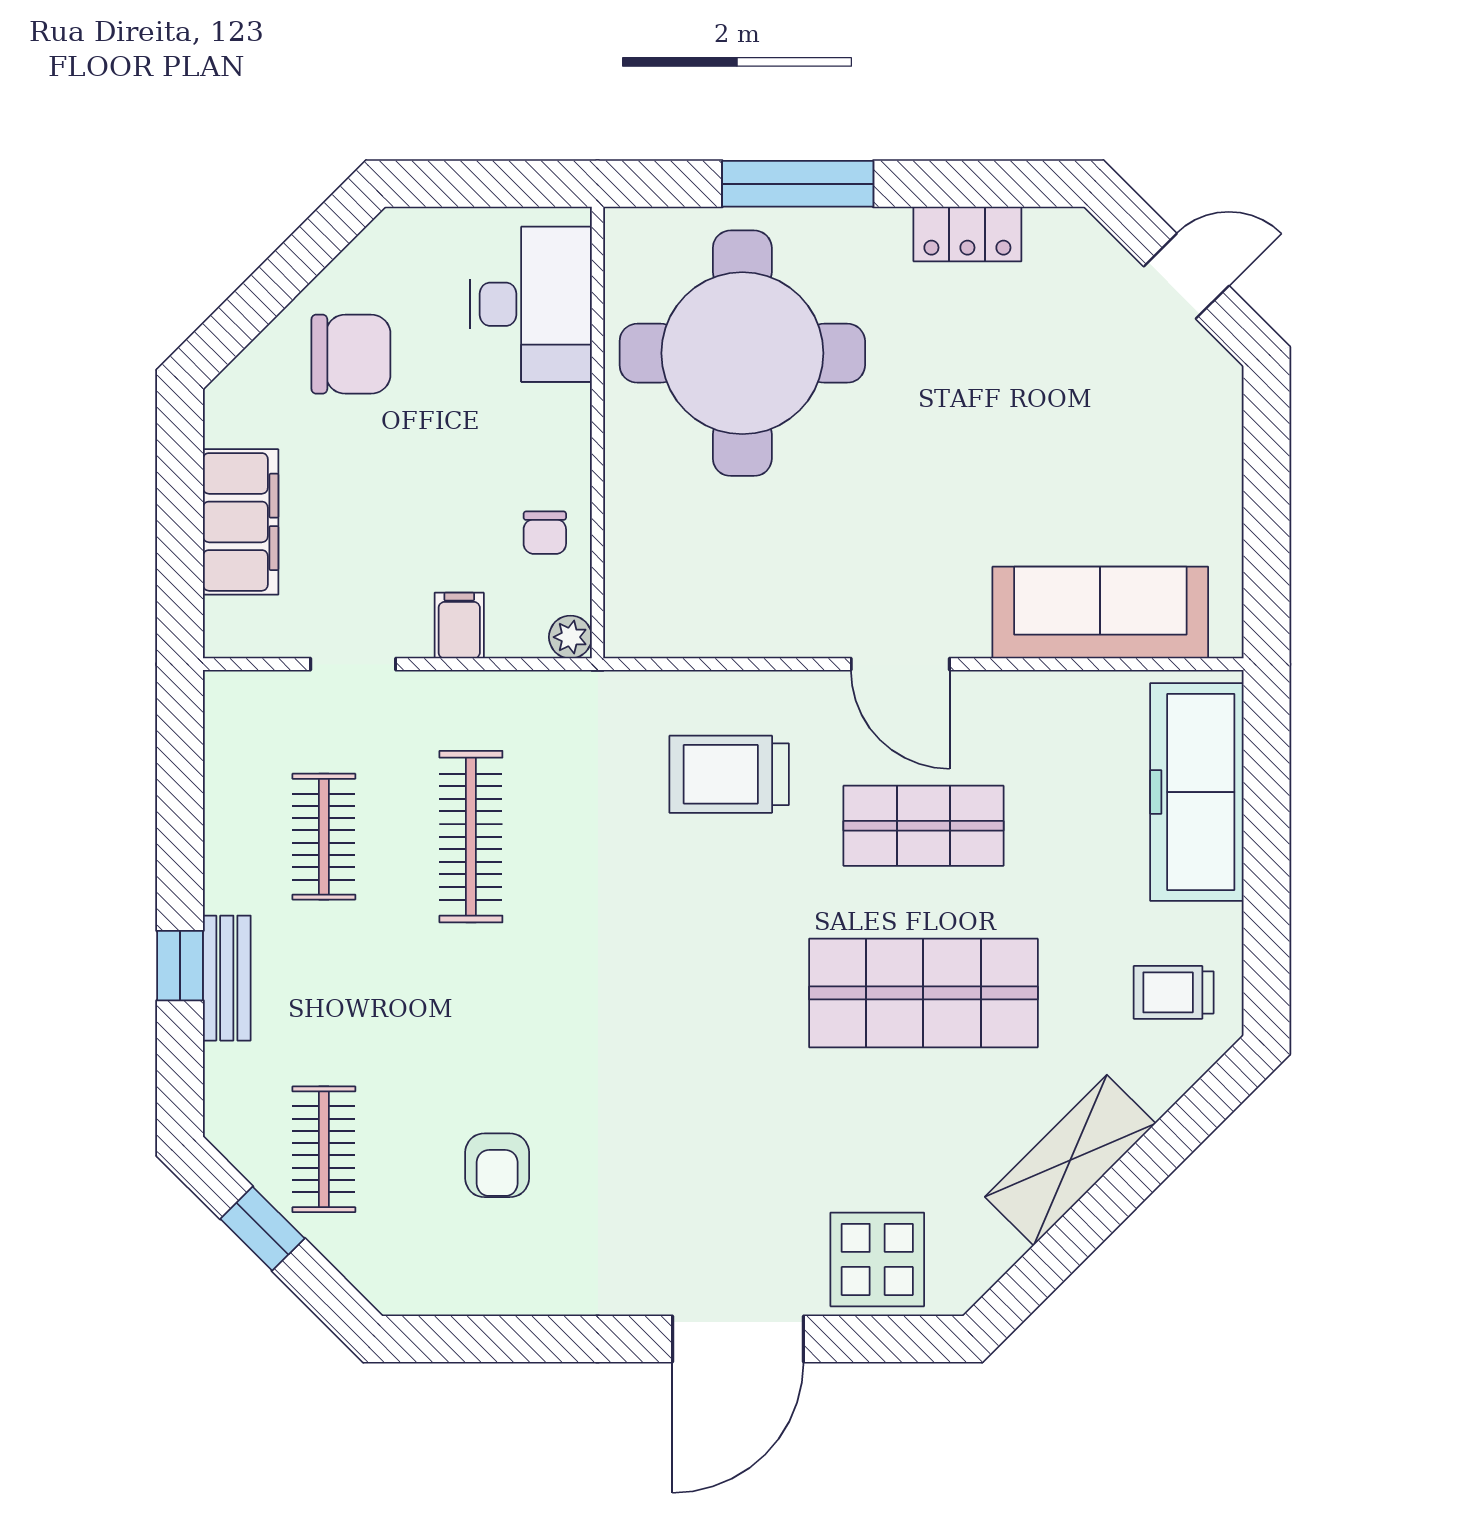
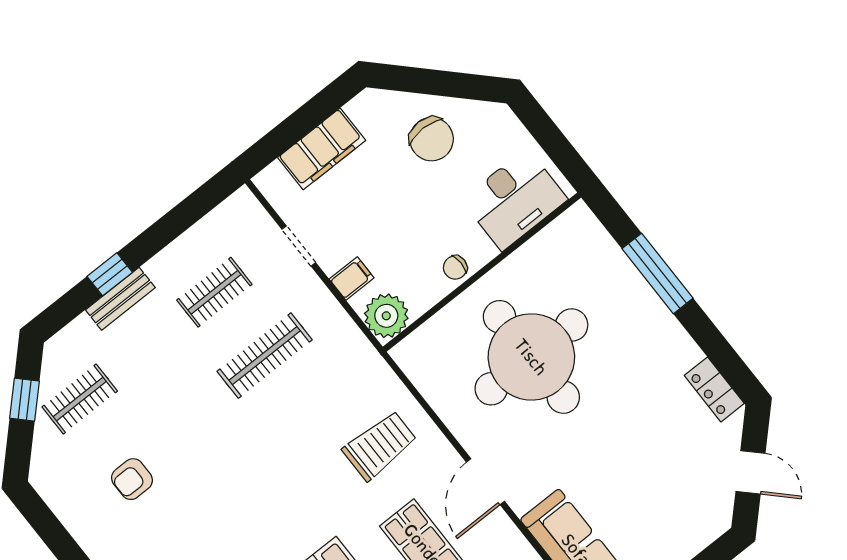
locker: (967, 234) -> (714, 389), moved
round table: (742, 353) -> (531, 357), moved
chair: (545, 533) -> (455, 267), moved
plant: (570, 637) -> (386, 316), width x1.88, depth x1.88
trolley: (729, 774) -> (380, 446), turned 90

